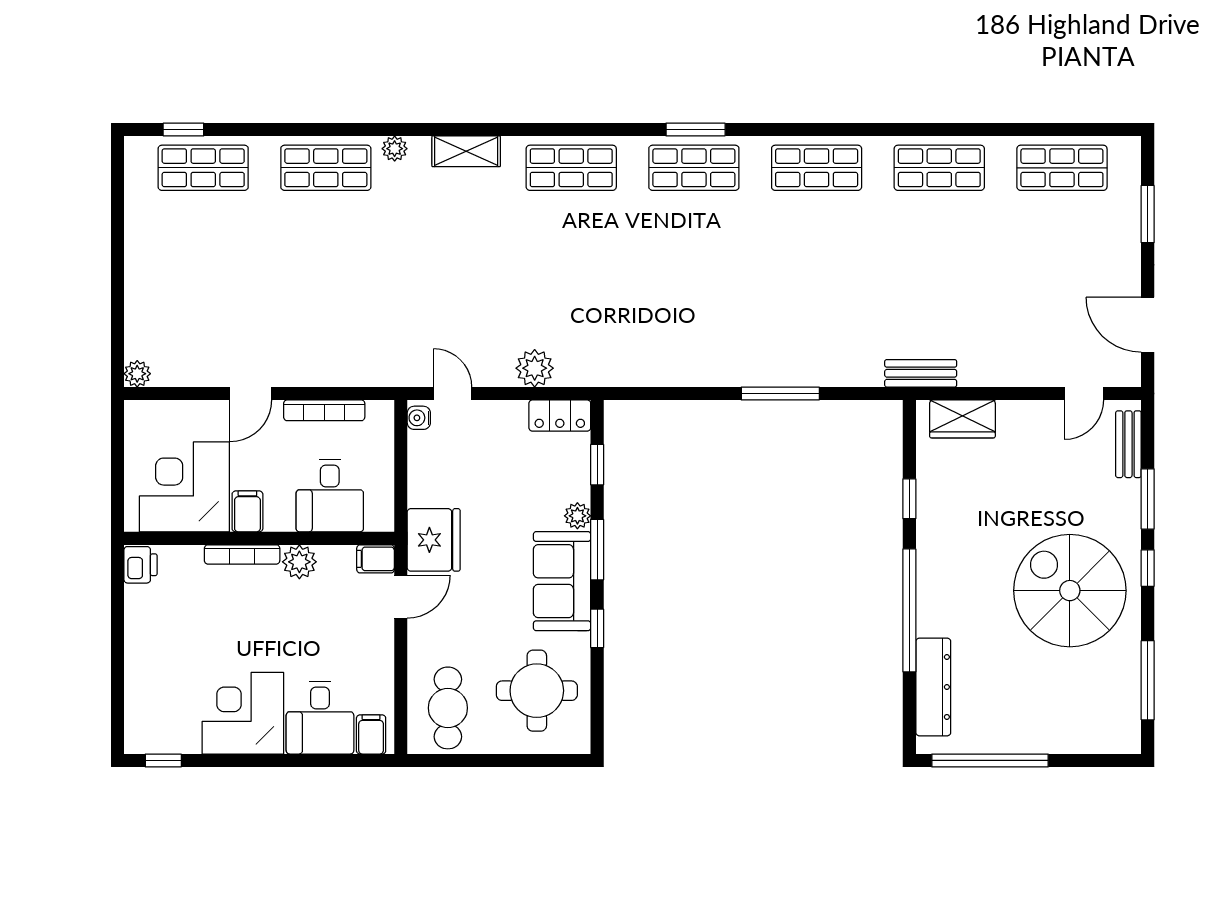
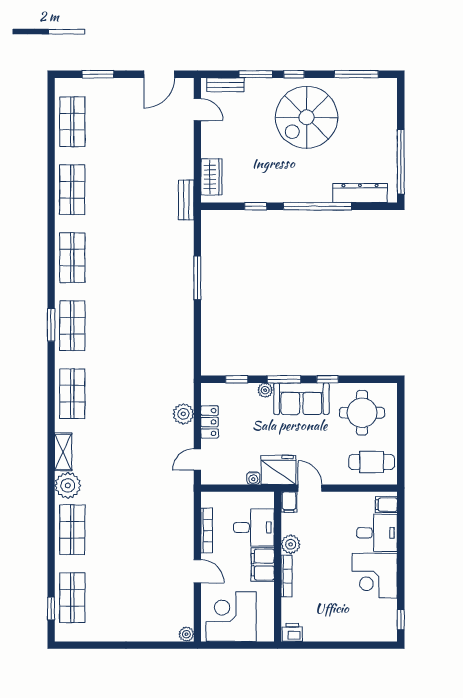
plant: (395, 149) -> (68, 485), width x1.88, depth x1.88
locker: (560, 416) -> (210, 422), moved
water cooler: (419, 418) -> (253, 478), moved
corner desk: (184, 487) -> (231, 617), moved, turned 90
filing cabinet: (247, 511) -> (263, 565), width x2.00

